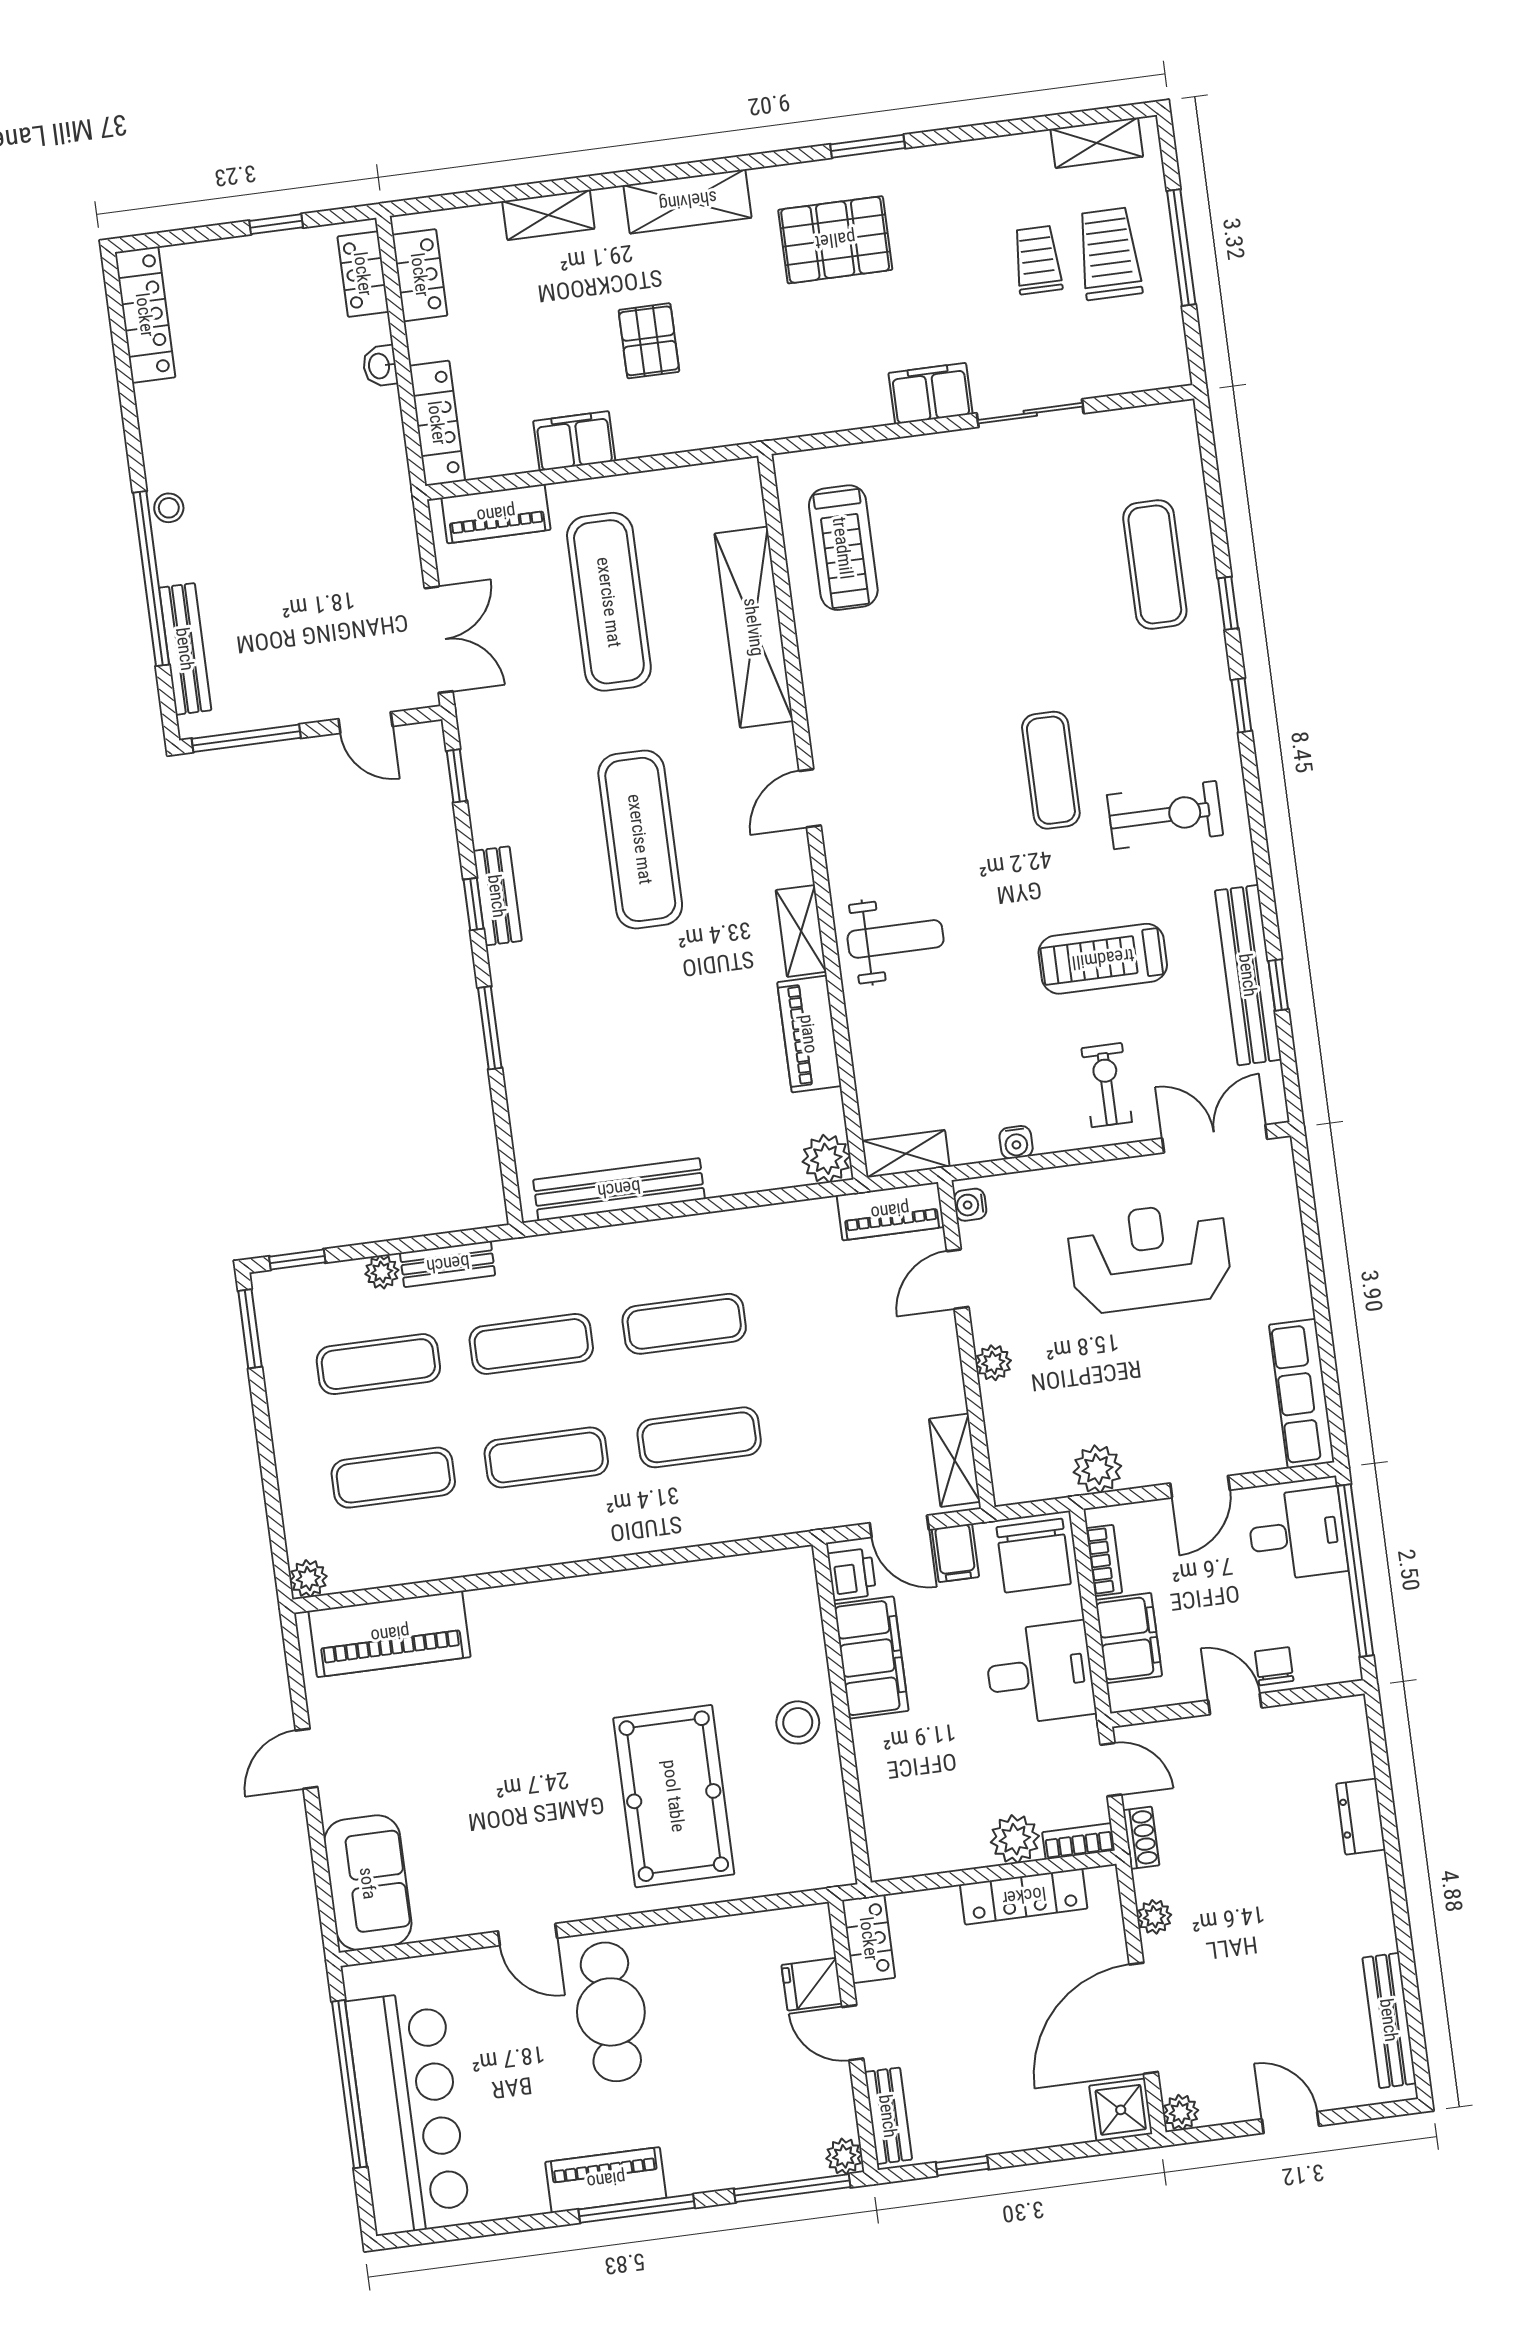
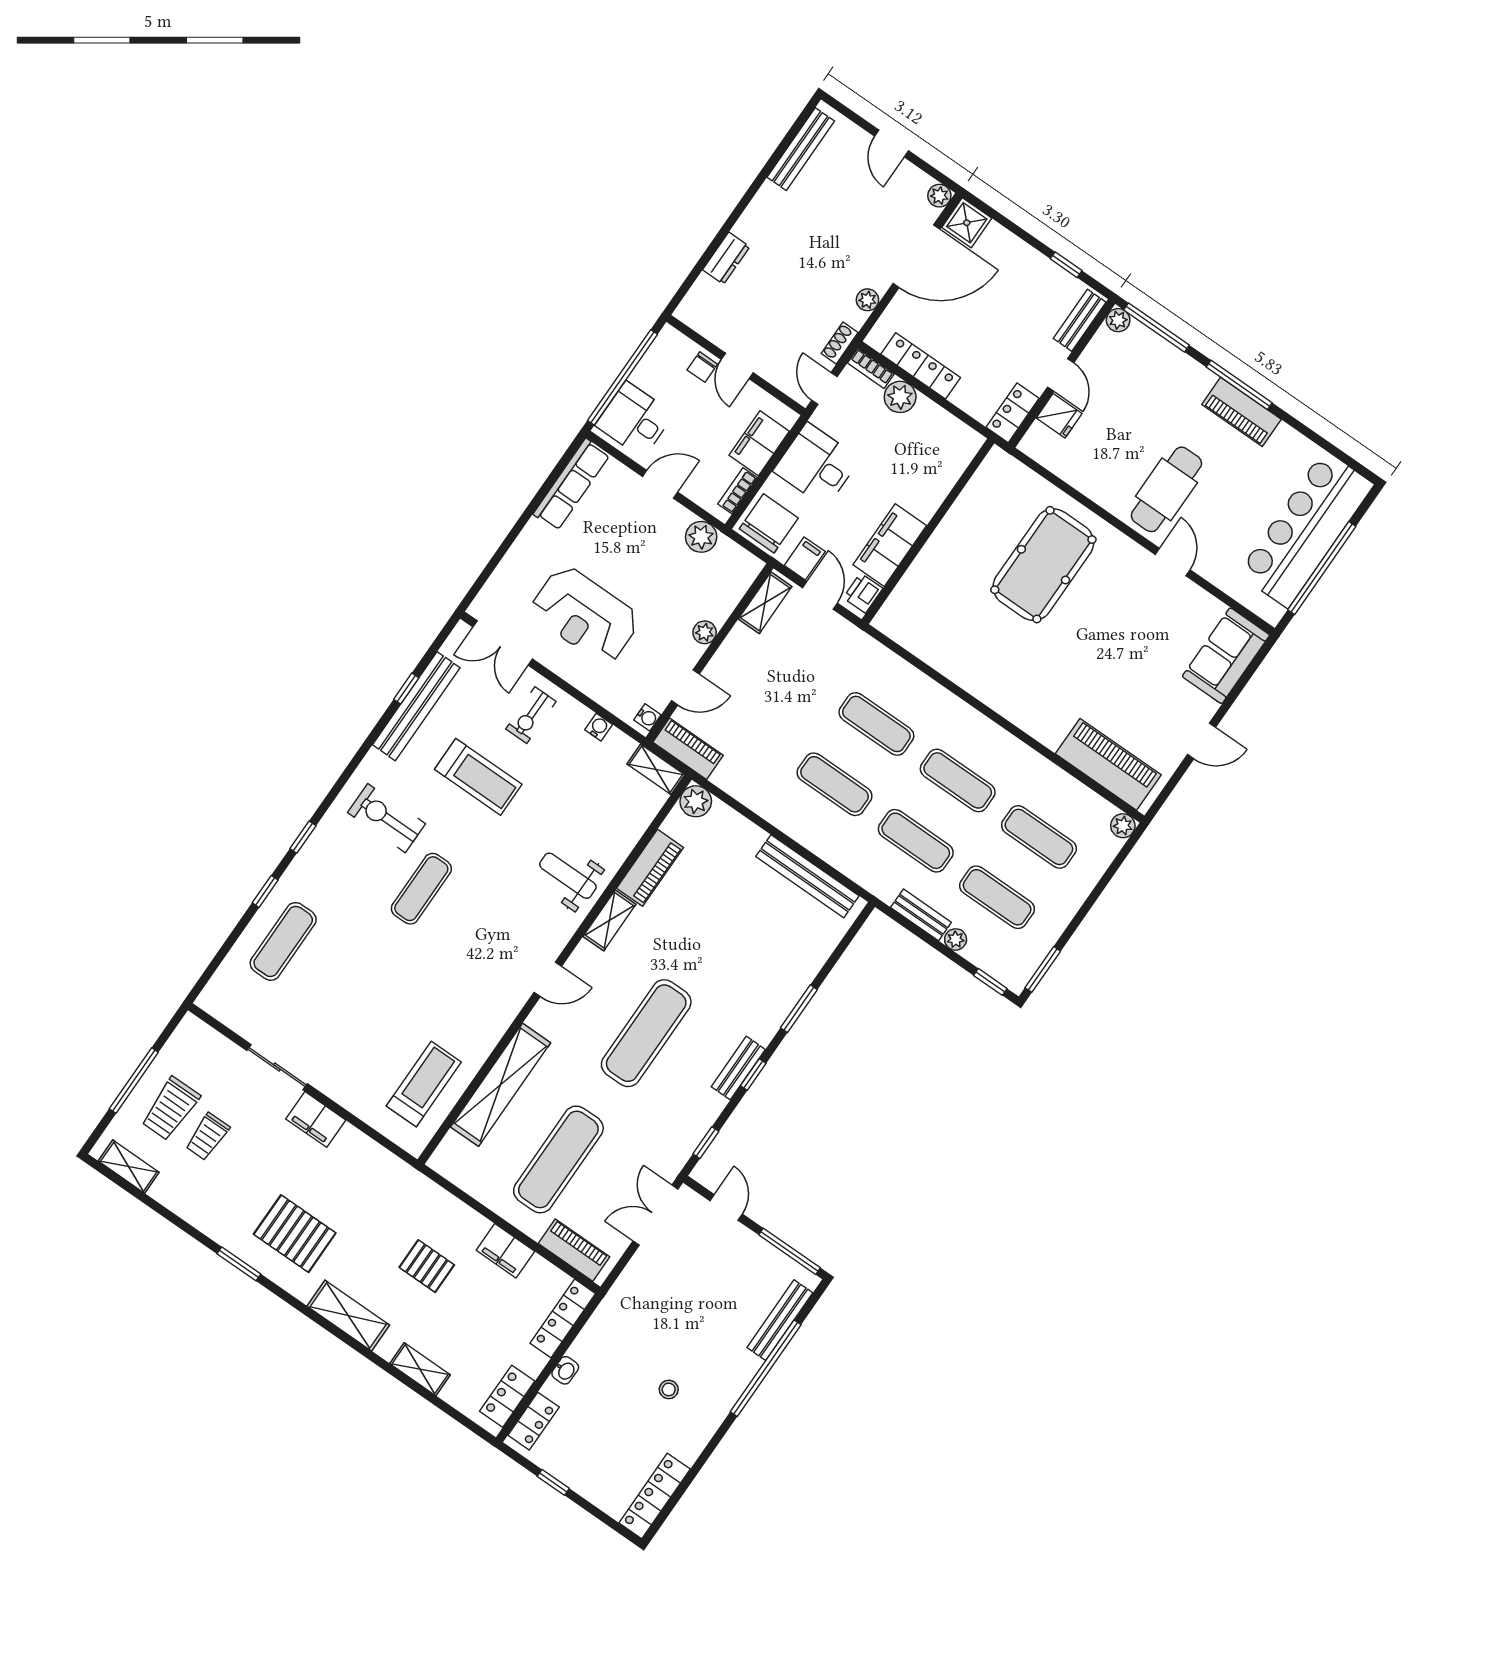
pallet: (649, 341) -> (427, 1266), turned 90
stool: (169, 508) -> (669, 1389), moved
stool: (798, 1722) -> (953, 546), removed

